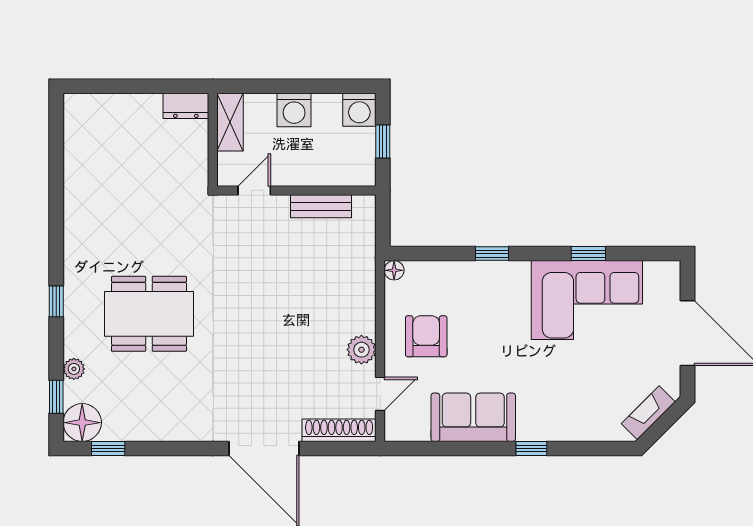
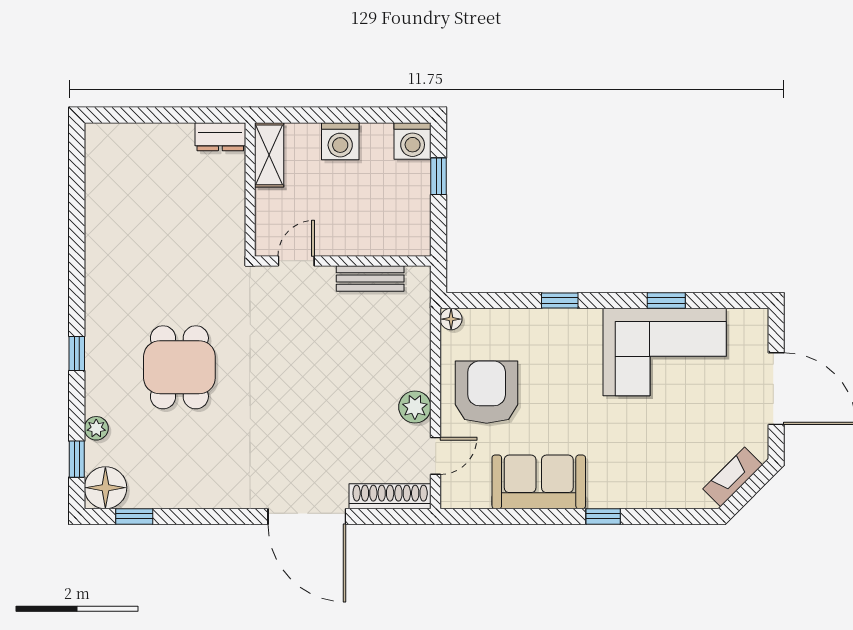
door: (254, 190) -> (296, 261), moved
wall: (296, 190) -> (343, 261), moved
bench: (321, 206) -> (370, 278), moved
dining table: (149, 314) -> (179, 367), width x0.73
armchair: (426, 336) -> (487, 392), width x1.36, depth x1.36

